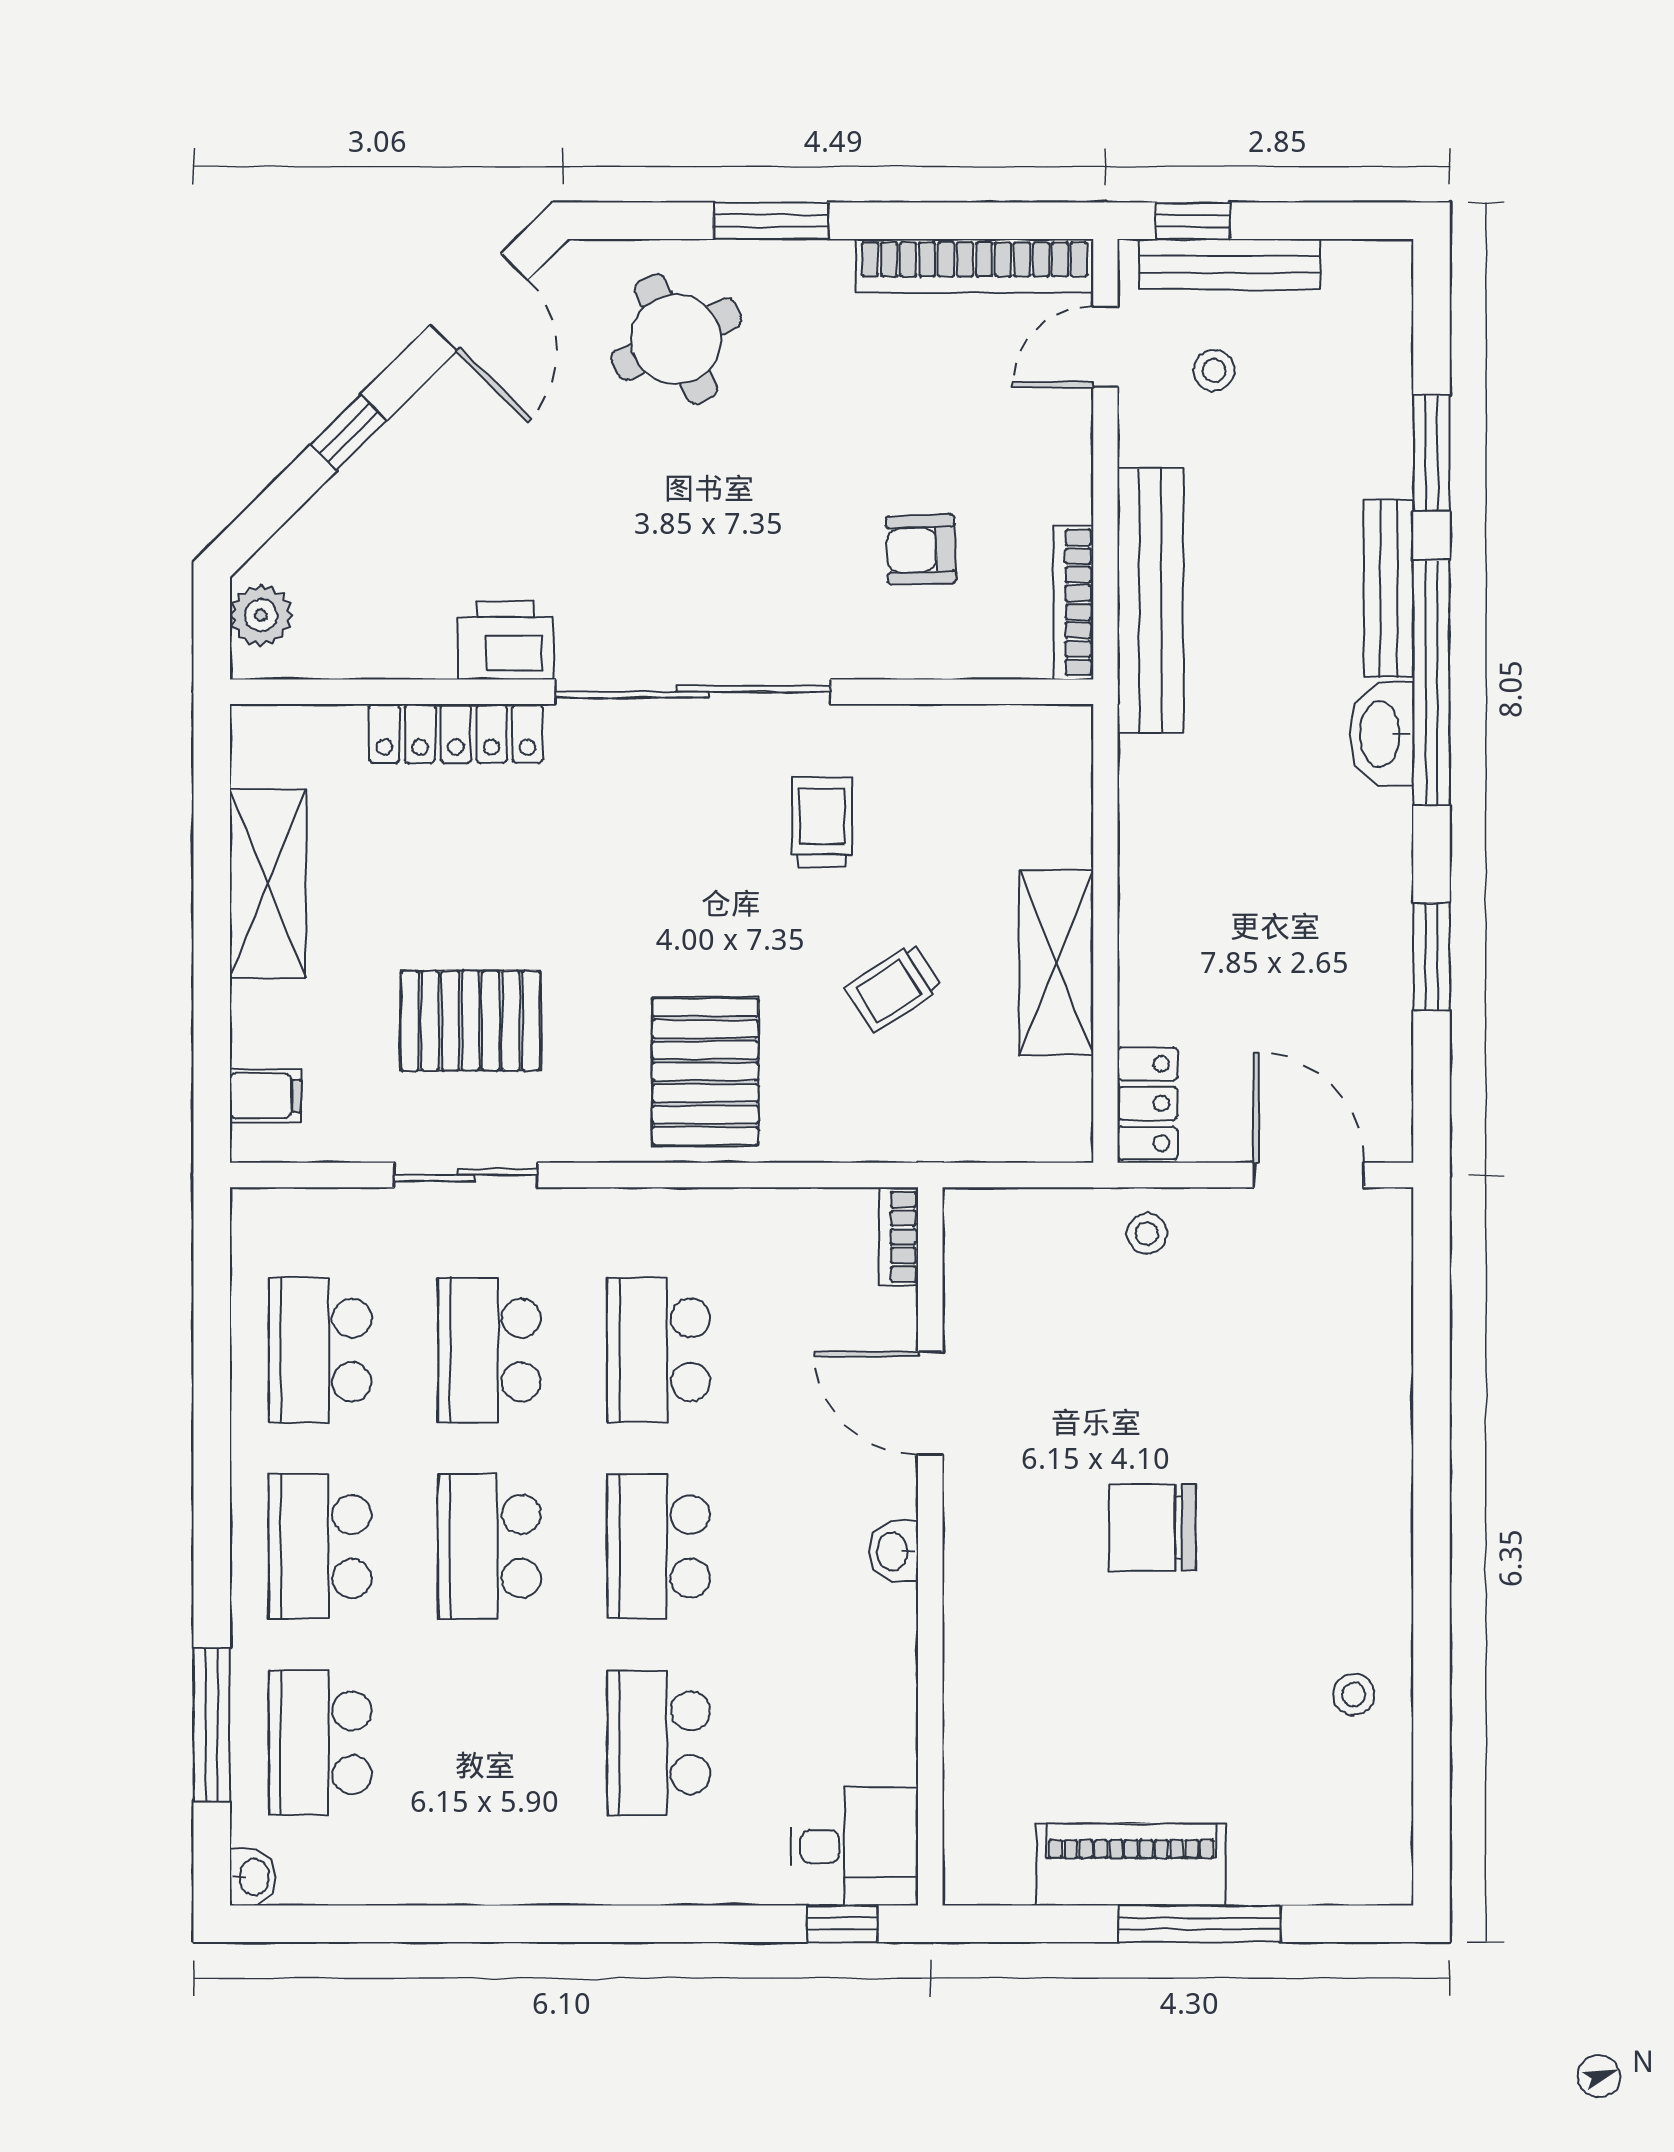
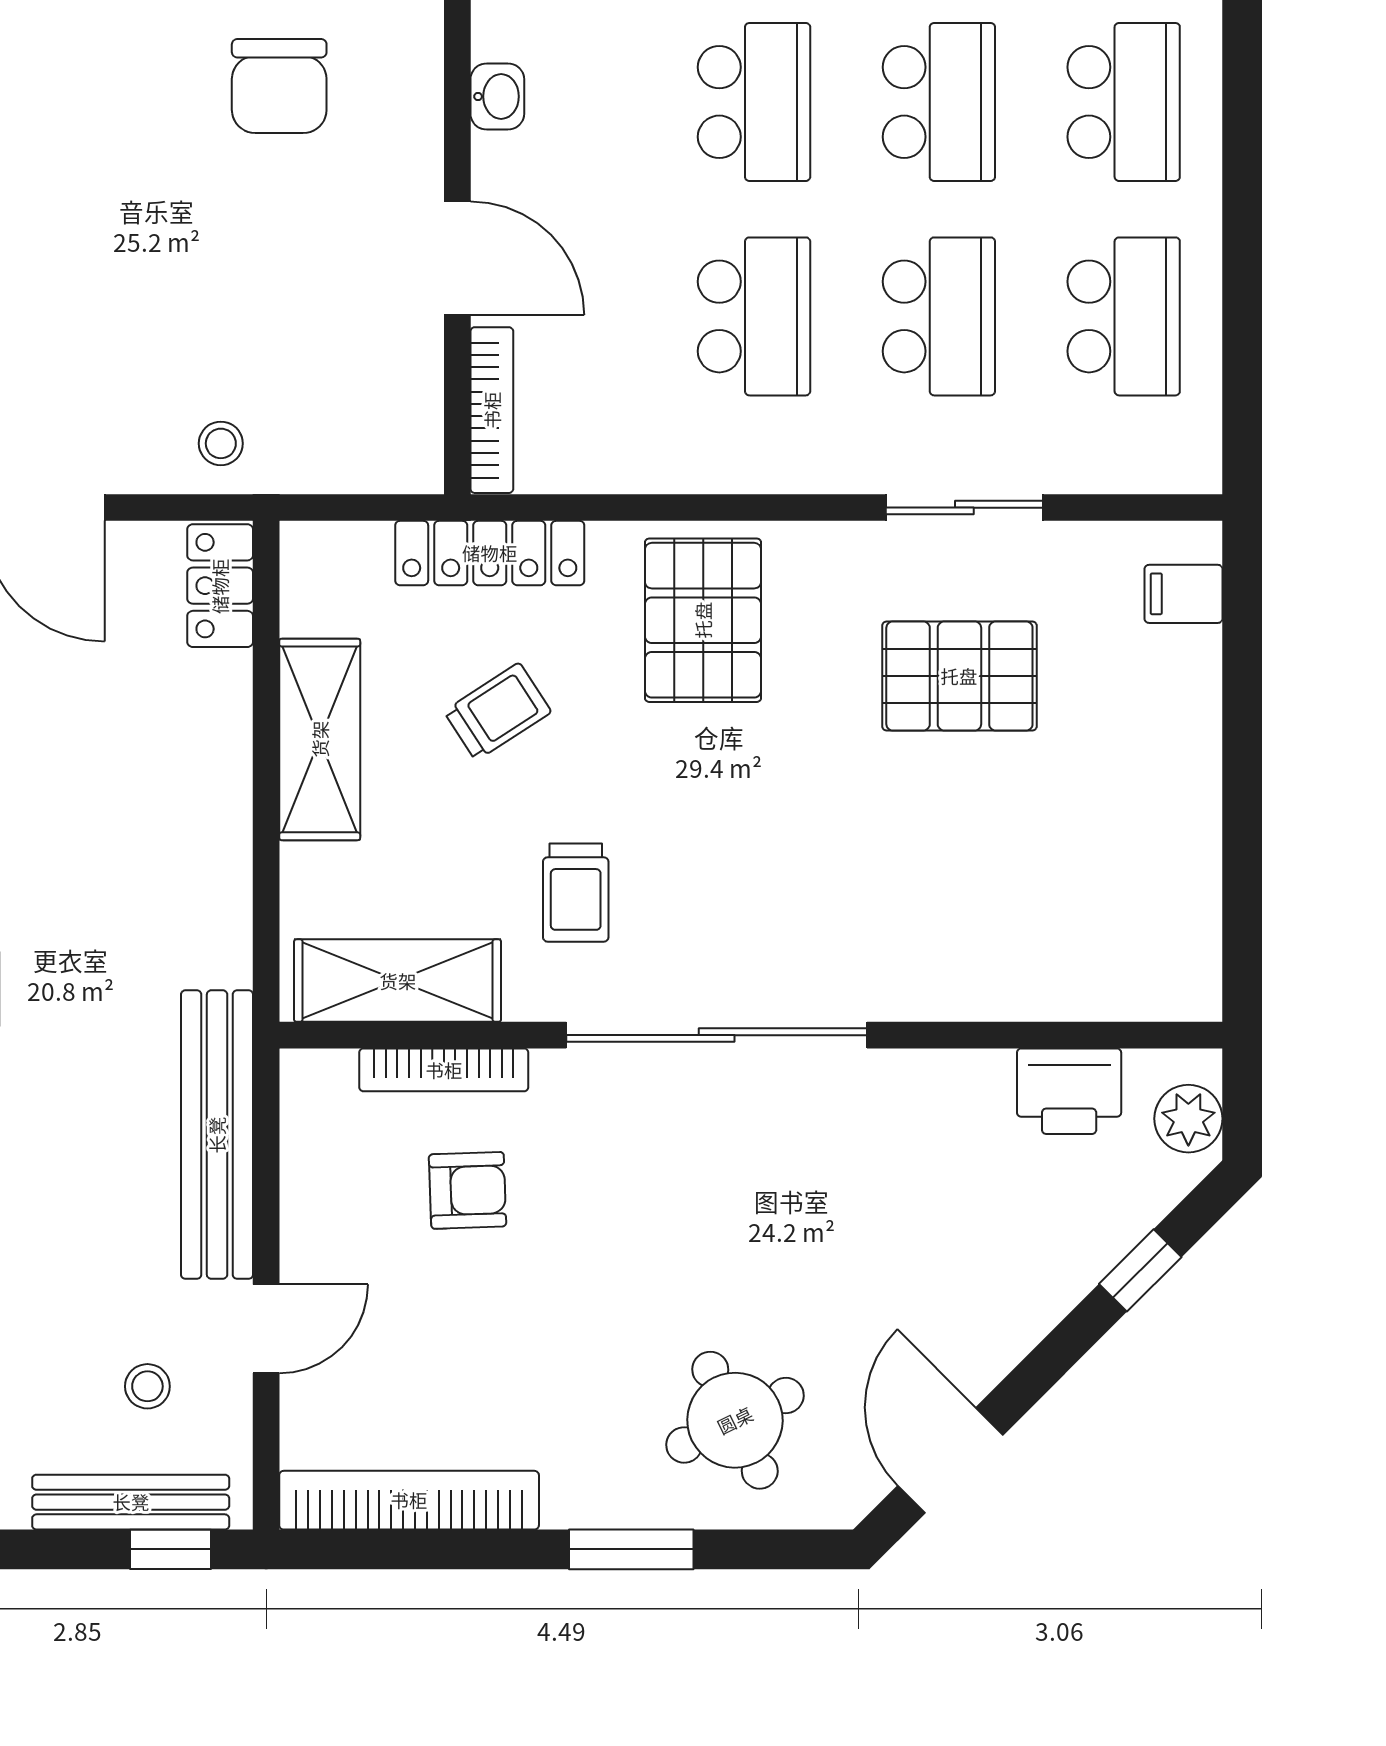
door: (1105, 347) -> (266, 1329), moved
window: (349, 433) -> (1140, 1270), moved
bookcase: (1074, 602) -> (444, 1070), moved, turned 90
printer: (505, 640) -> (1069, 1091), moved
locker: (456, 733) -> (490, 553), moved, turned 180
shelving: (268, 883) -> (398, 981), moved, turned 90
bookcase: (899, 1237) -> (492, 410), width x1.56
chair: (1152, 1527) -> (279, 86), moved, turned 90

